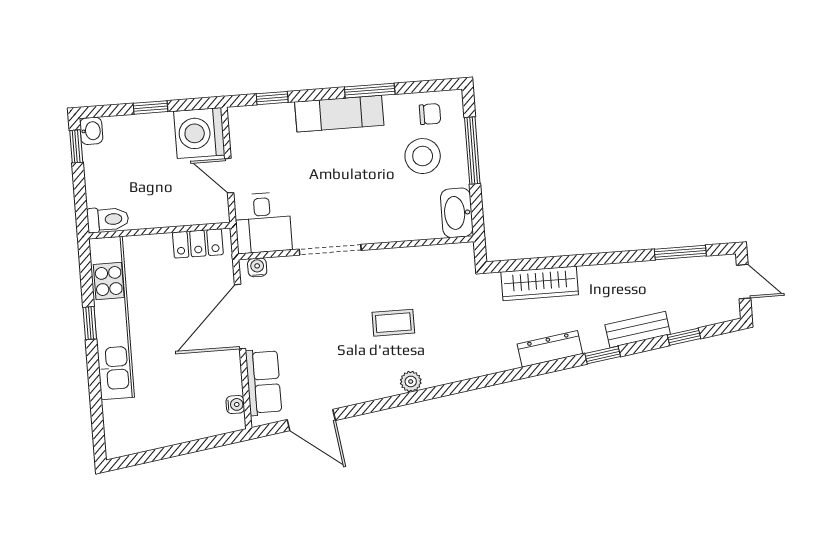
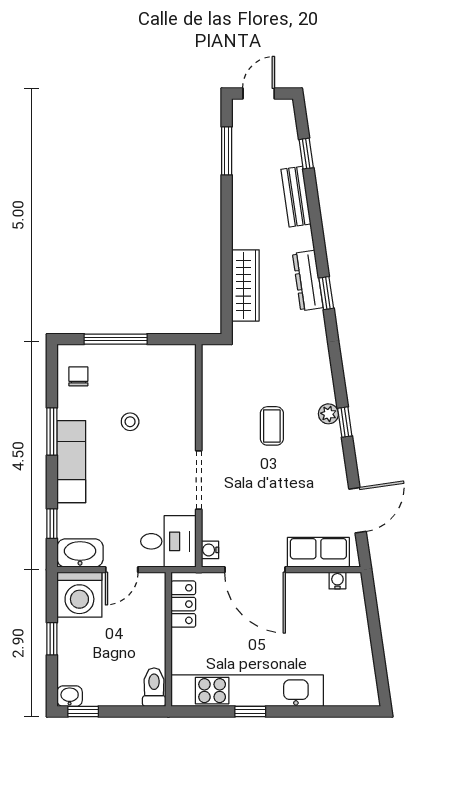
stool: (423, 156) -> (130, 422), moved, width x0.53, depth x0.53
washbasin: (457, 213) -> (80, 553), moved, turned 180
window: (603, 355) -> (326, 293), moved
window: (403, 399) -> (345, 422), added

